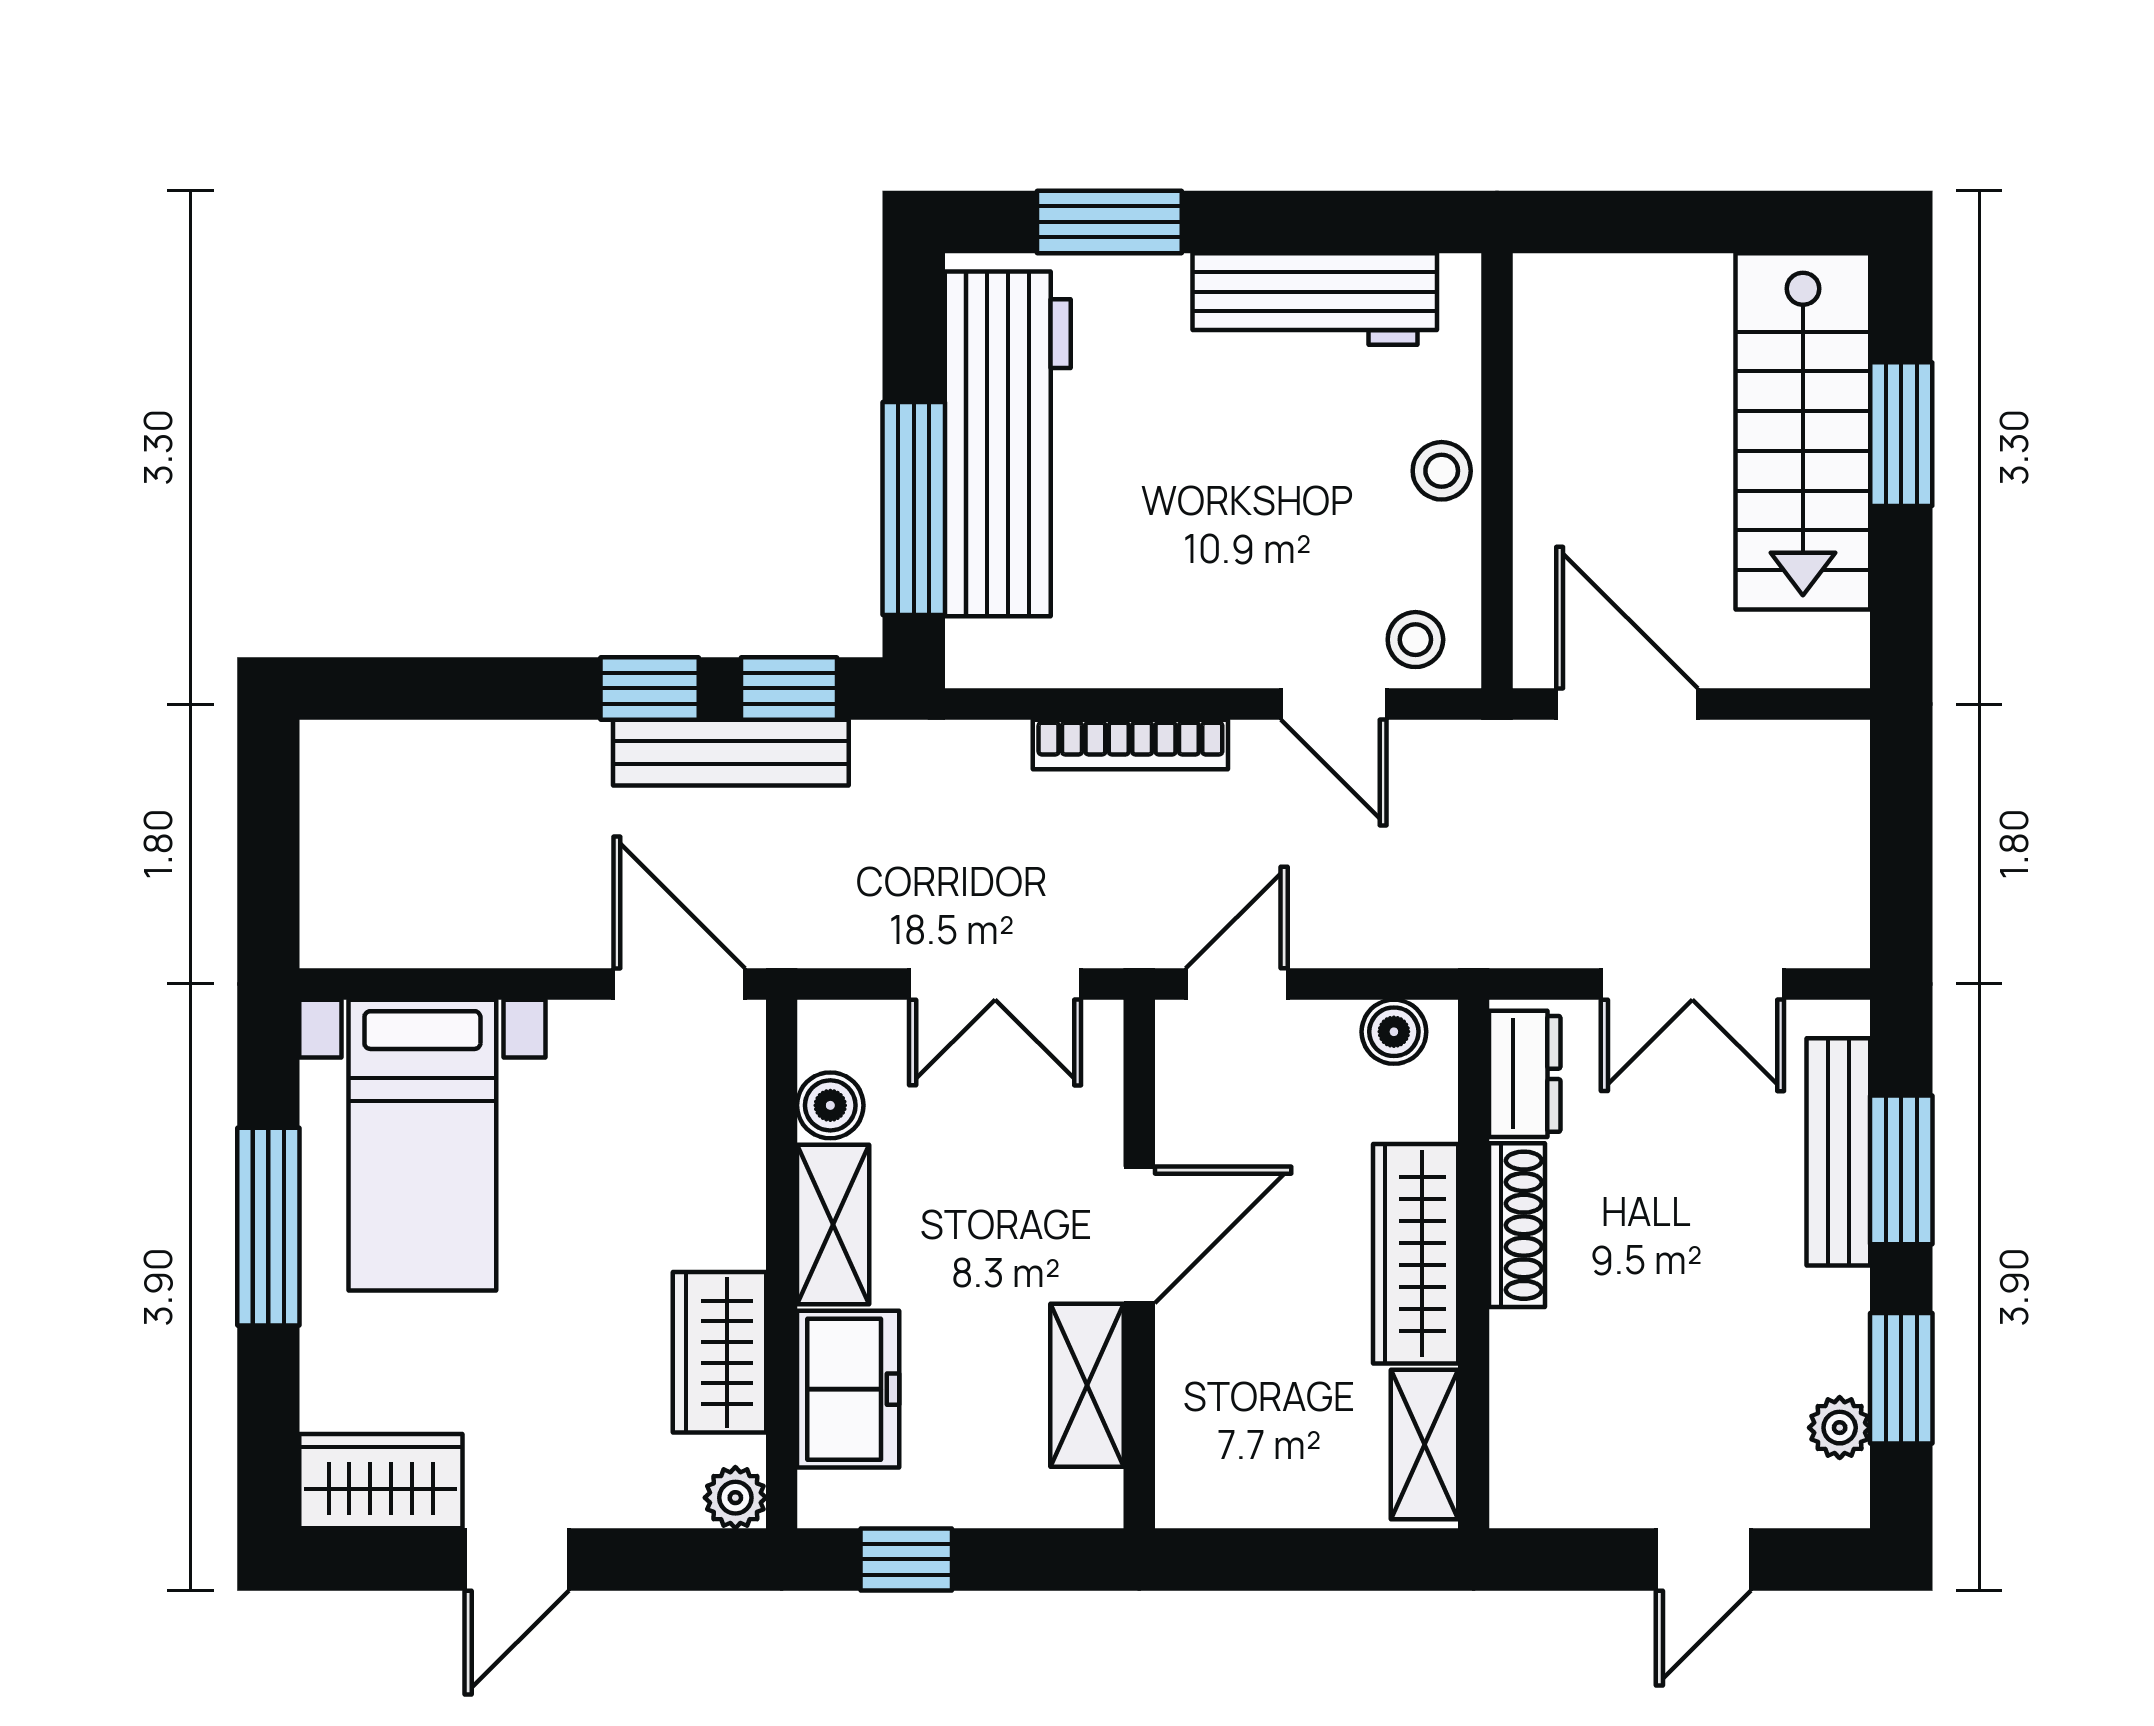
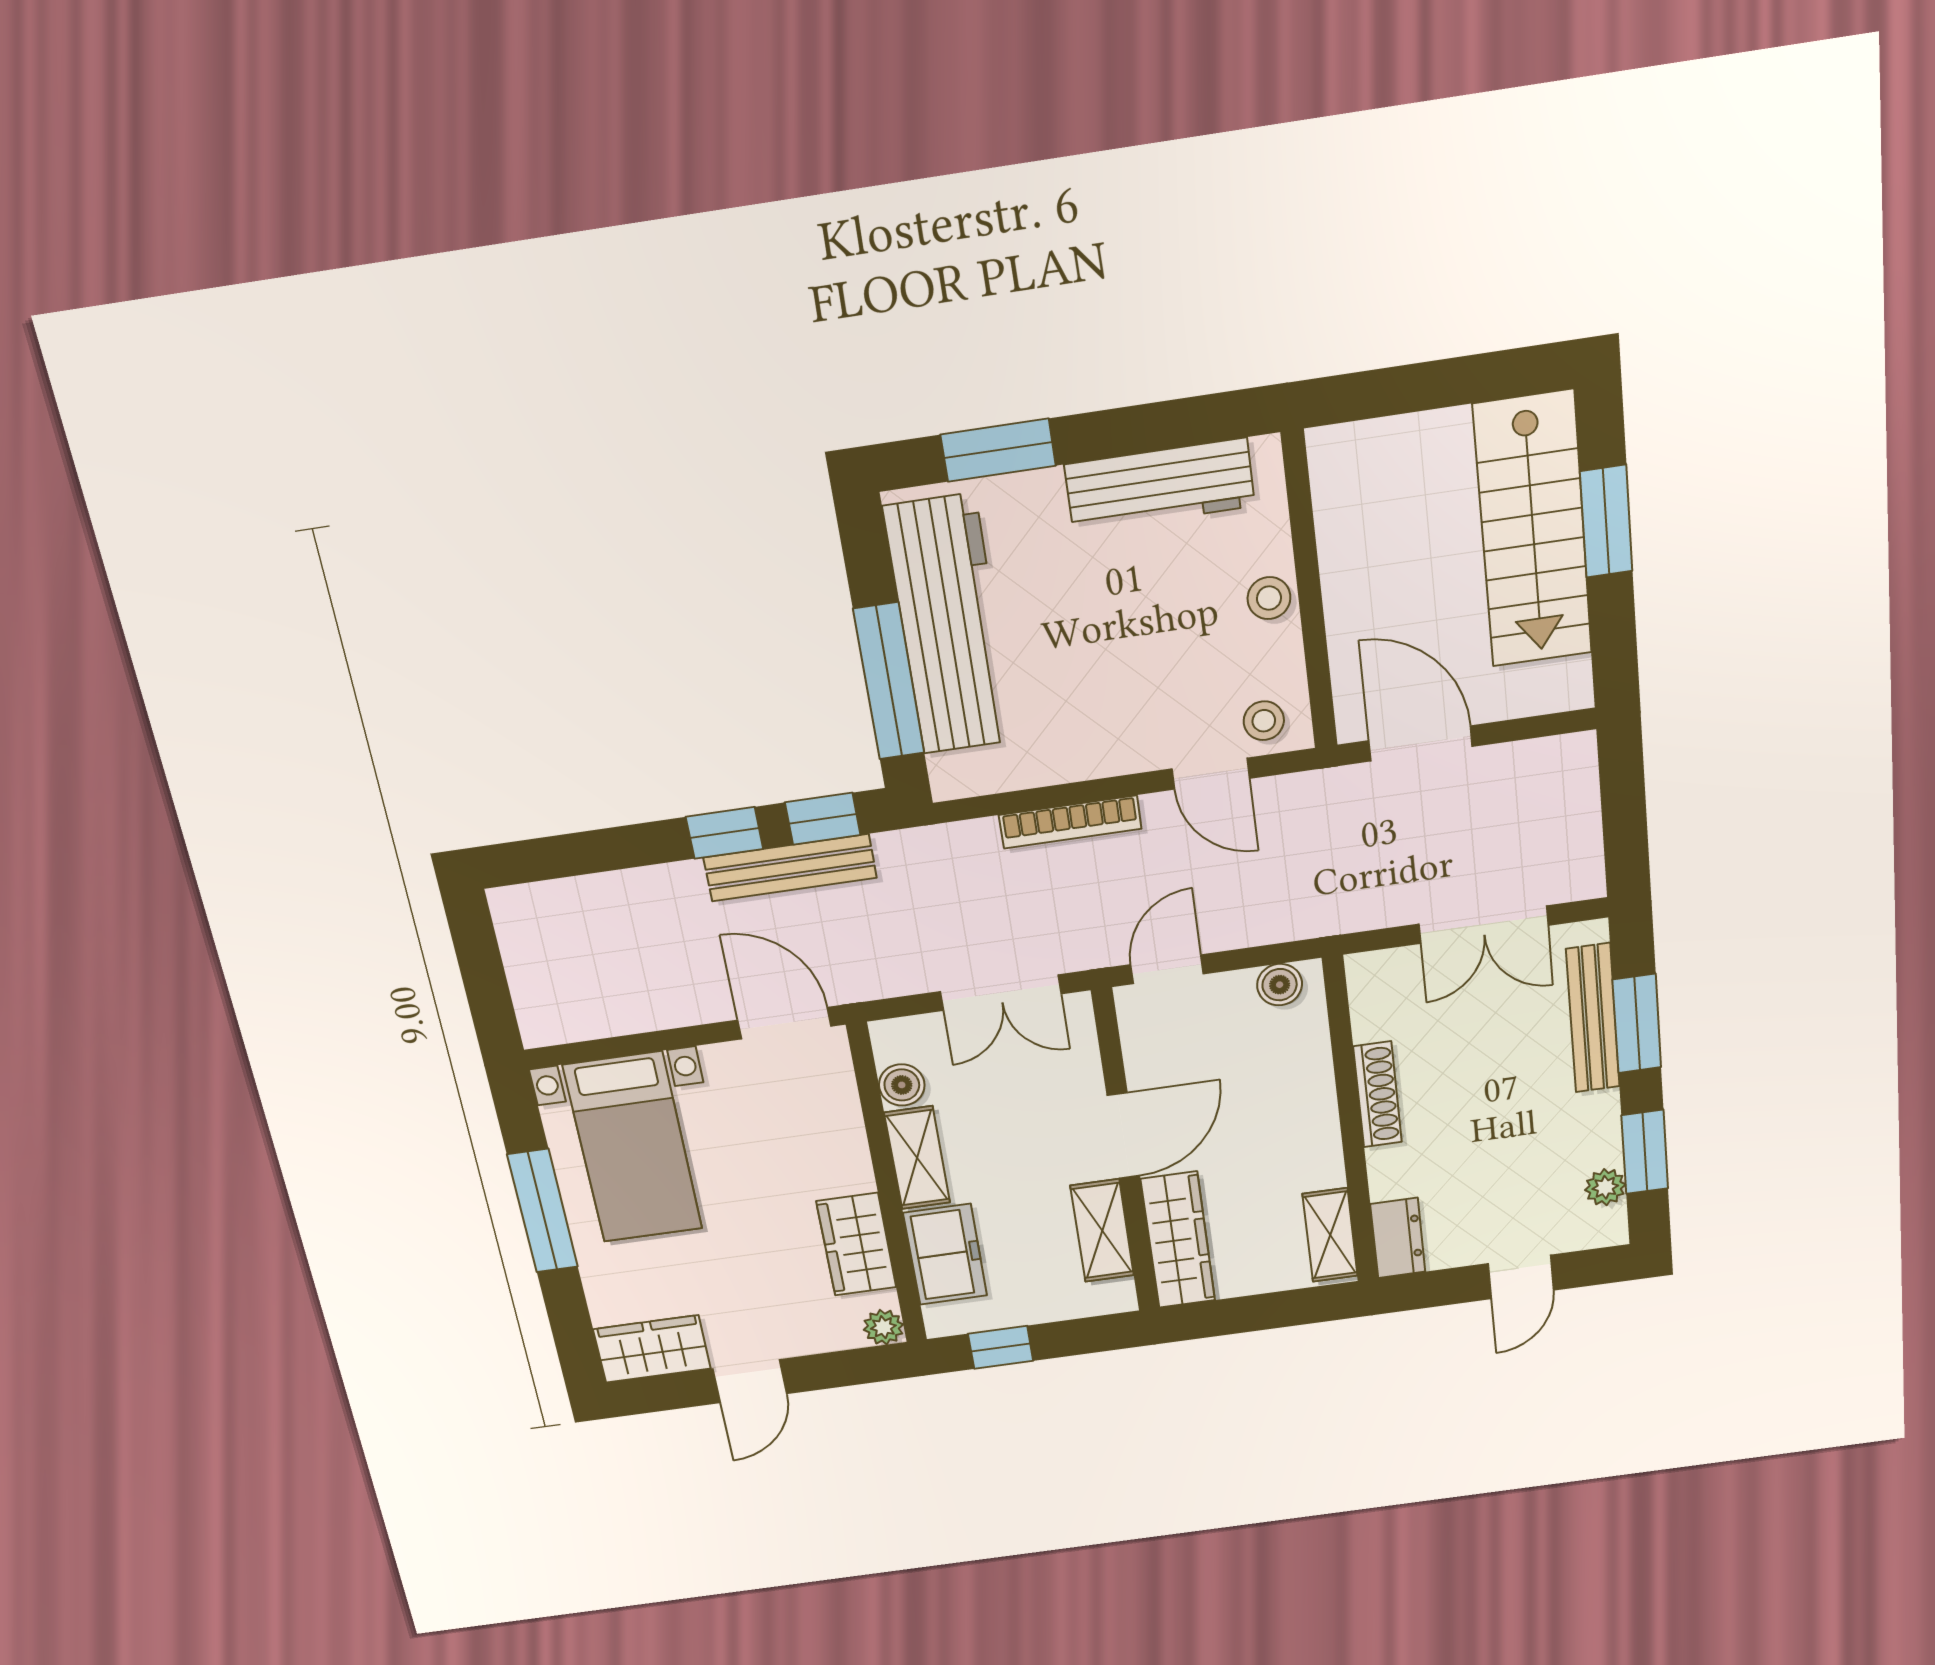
dresser: (1525, 1074) -> (1398, 1238), moved
wardrobe: (1416, 1254) -> (1178, 1240), moved, turned 180

